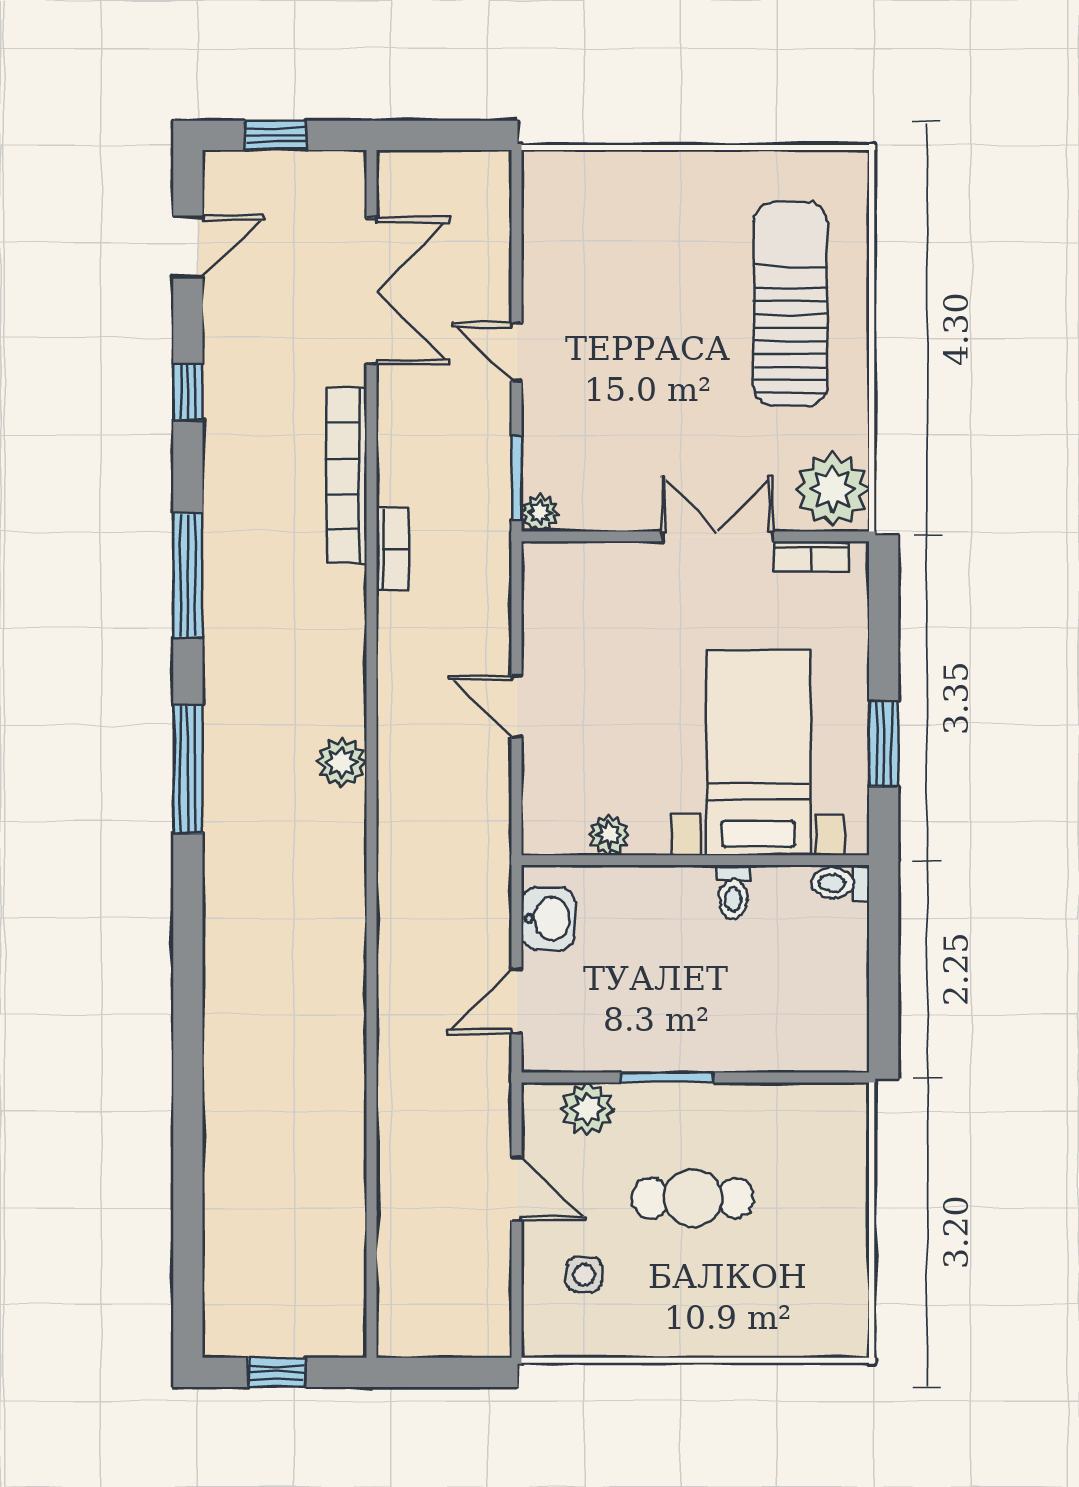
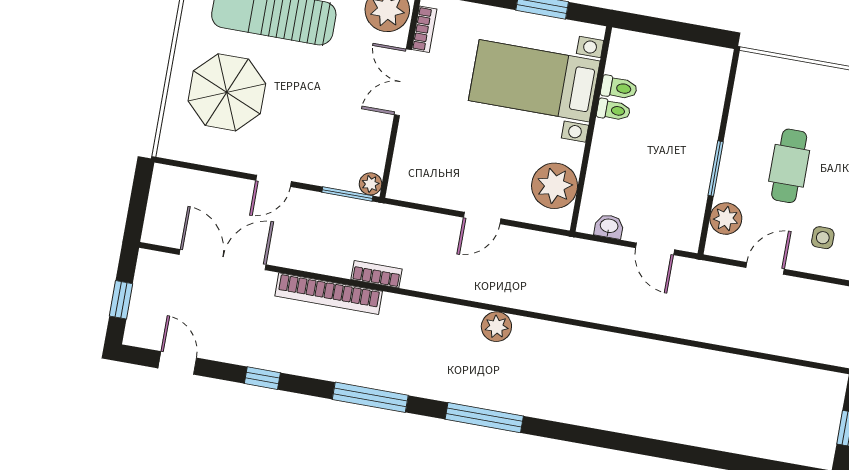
parasol: (649, 249) -> (227, 92), added
plant: (609, 835) -> (555, 186), width x1.87, depth x1.87
toilet: (840, 883) -> (619, 88), moved, turned -90
washbasin: (548, 919) -> (609, 226), width x0.72, depth x0.69

